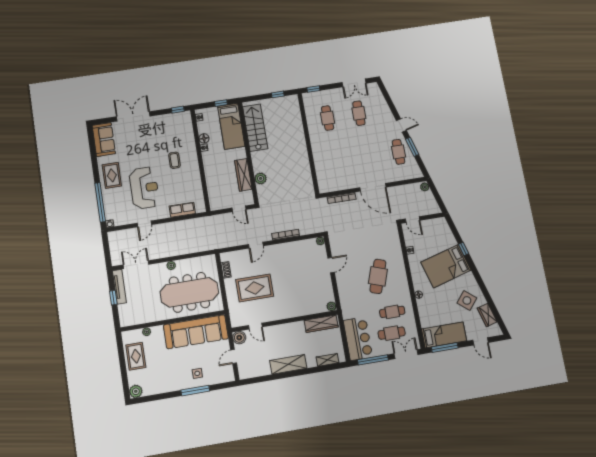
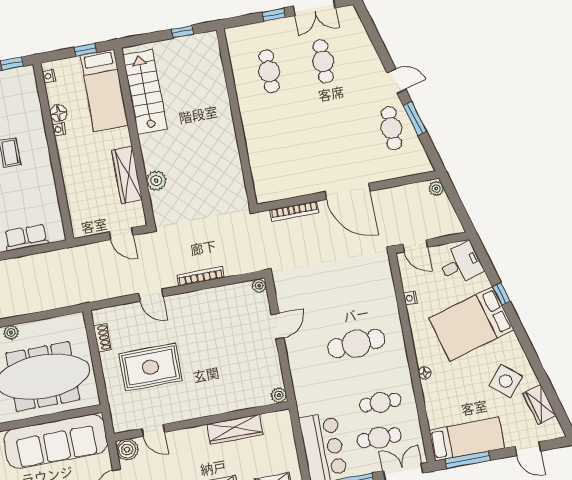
window: (313, 89) -> (274, 15), moved
desk: (439, 231) -> (461, 264), added
door: (256, 245) -> (151, 295), hinge flipped
cafe table: (378, 276) -> (356, 344), turned 68
wardrobe: (321, 324) -> (235, 429), moved

